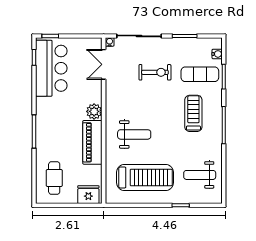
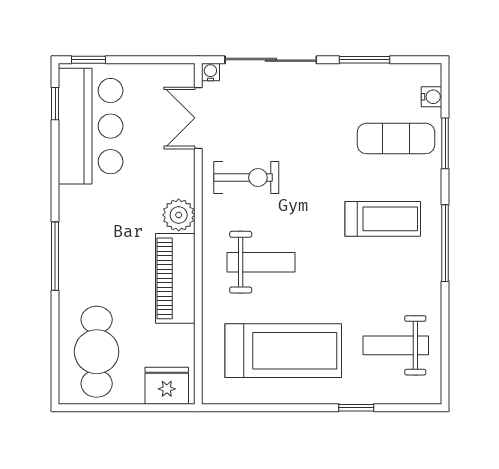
exercise bike: (155, 72) -> (246, 178), moved
treadmill: (193, 113) -> (383, 219), turned 90
cafe table: (54, 178) -> (97, 352), width x1.37, depth x1.35

